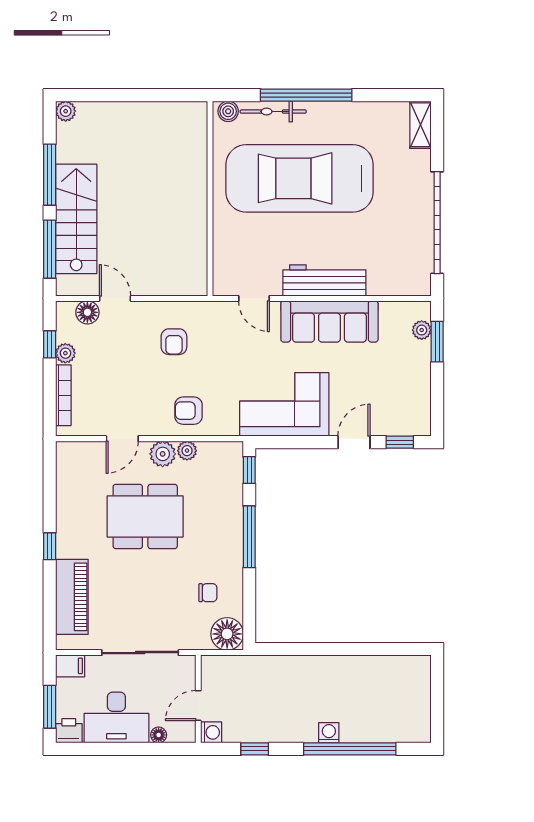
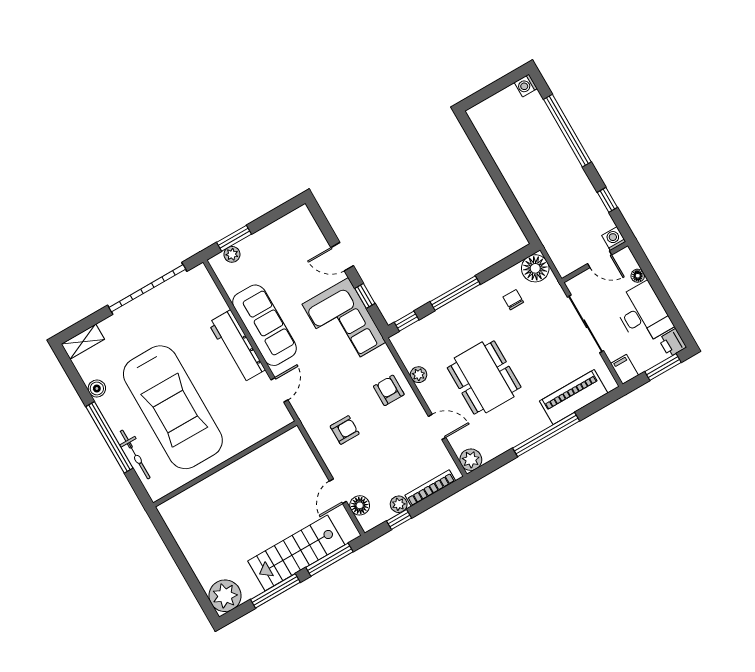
plant: (66, 111) -> (225, 596), width x1.87, depth x1.87
boiler: (228, 111) -> (97, 388), moved
armchair: (189, 411) -> (389, 390), turned 180
window: (400, 442) -> (365, 296), moved
plant: (163, 454) -> (471, 460), moved
window: (50, 546) -> (546, 435), width x3.17
washing machine: (329, 733) -> (526, 85), moved

